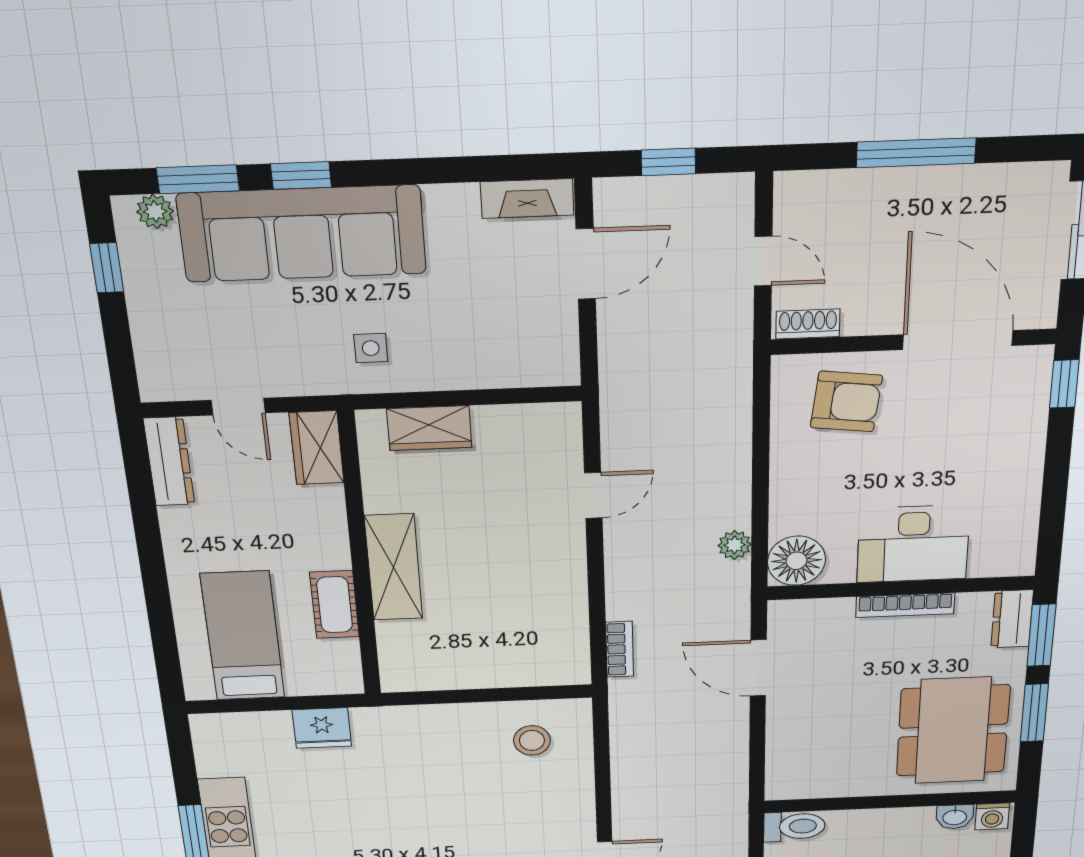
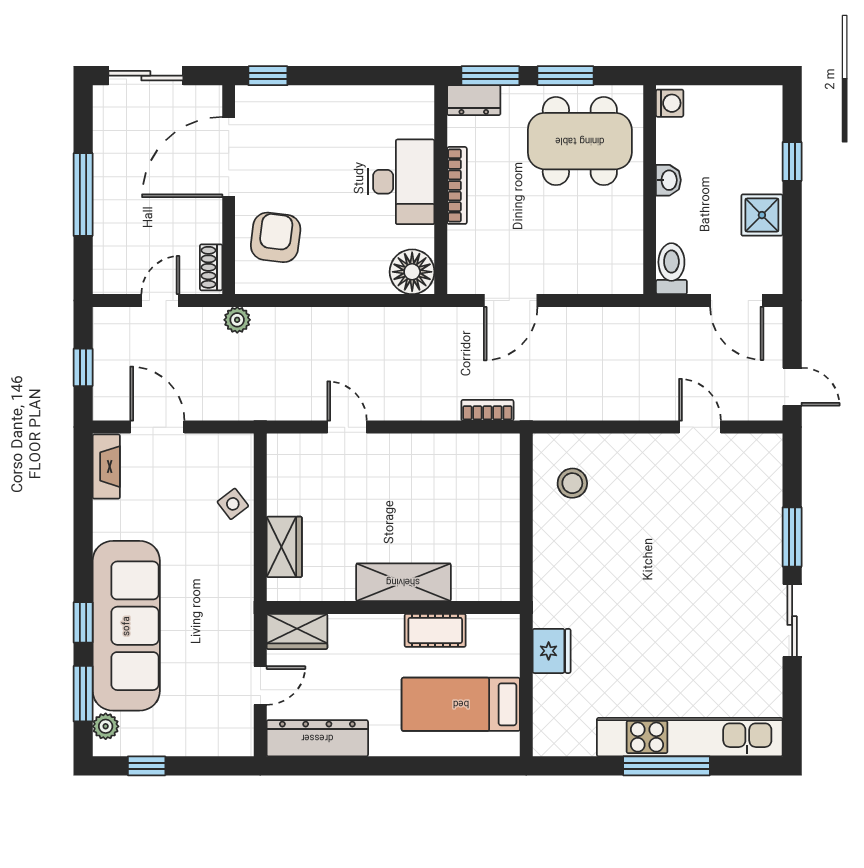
side table: (371, 348) -> (233, 504), moved, turned -37
dresser: (169, 462) -> (317, 738), width x1.37, depth x1.24
plant: (734, 545) -> (237, 320), moved
washbasin: (955, 817) -> (668, 180), moved

